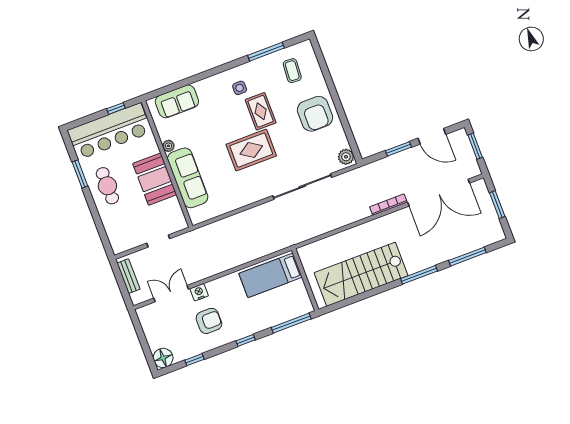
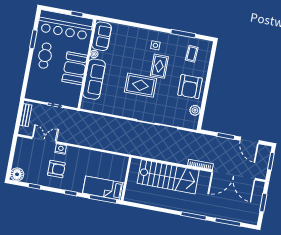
sofa: (177, 101) -> (102, 36), moved, turned -90
plant: (346, 157) -> (195, 110), moved
stairs: (361, 274) -> (168, 177), moved, turned 180
bed: (271, 275) -> (103, 188), moved

